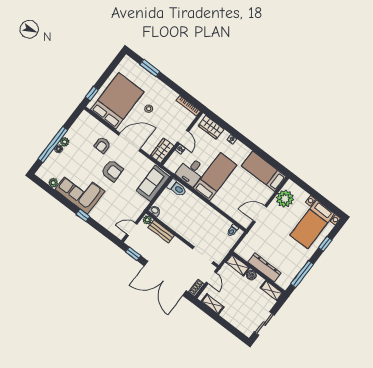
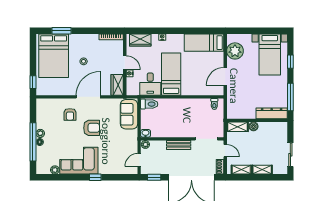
bed: (117, 101) -> (54, 56), moved, turned 180
bench: (161, 231) -> (179, 145), moved
dresser: (264, 268) -> (272, 113), moved
shelving: (272, 291) -> (262, 170), moved

